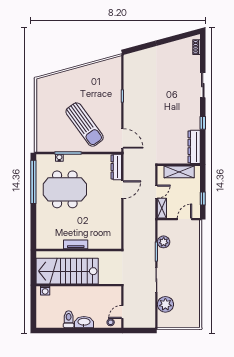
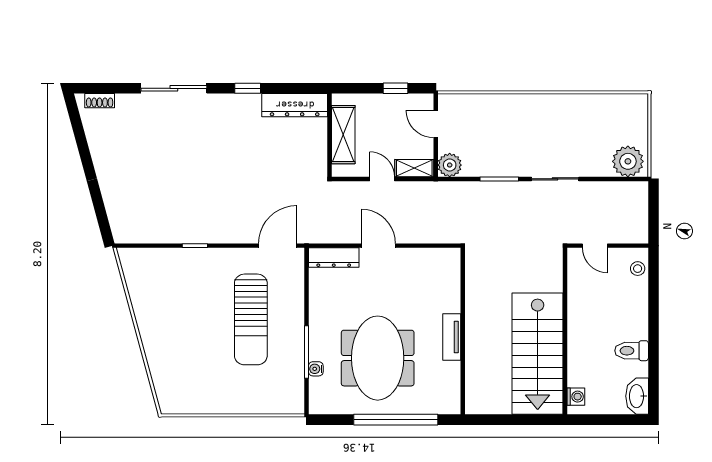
sliding door: (203, 85) -> (174, 88), width x1.37
sun lounger: (85, 125) -> (251, 319), turned 126
window: (33, 182) -> (396, 420), moved
plant: (164, 242) -> (450, 165), moved
tv unit: (76, 244) -> (452, 337), moved
wall: (79, 250) -> (463, 331), moved
plant: (165, 304) -> (628, 161), moved
door: (122, 312) -> (595, 246), moved
washbasin: (84, 322) -> (637, 396), moved

